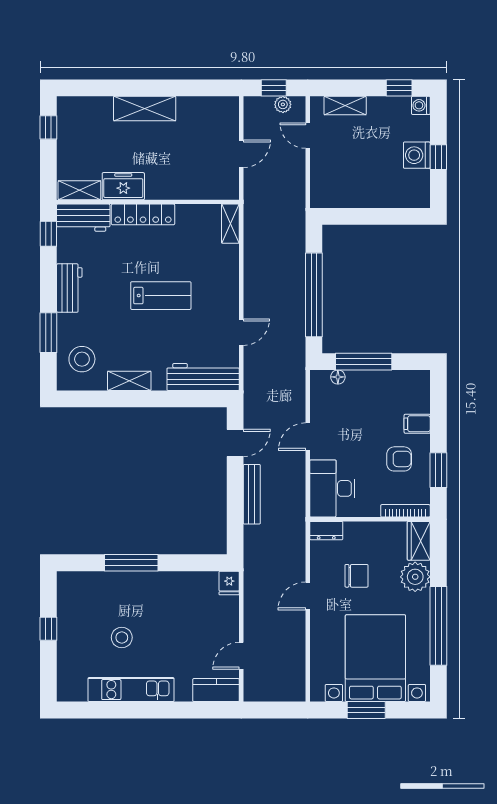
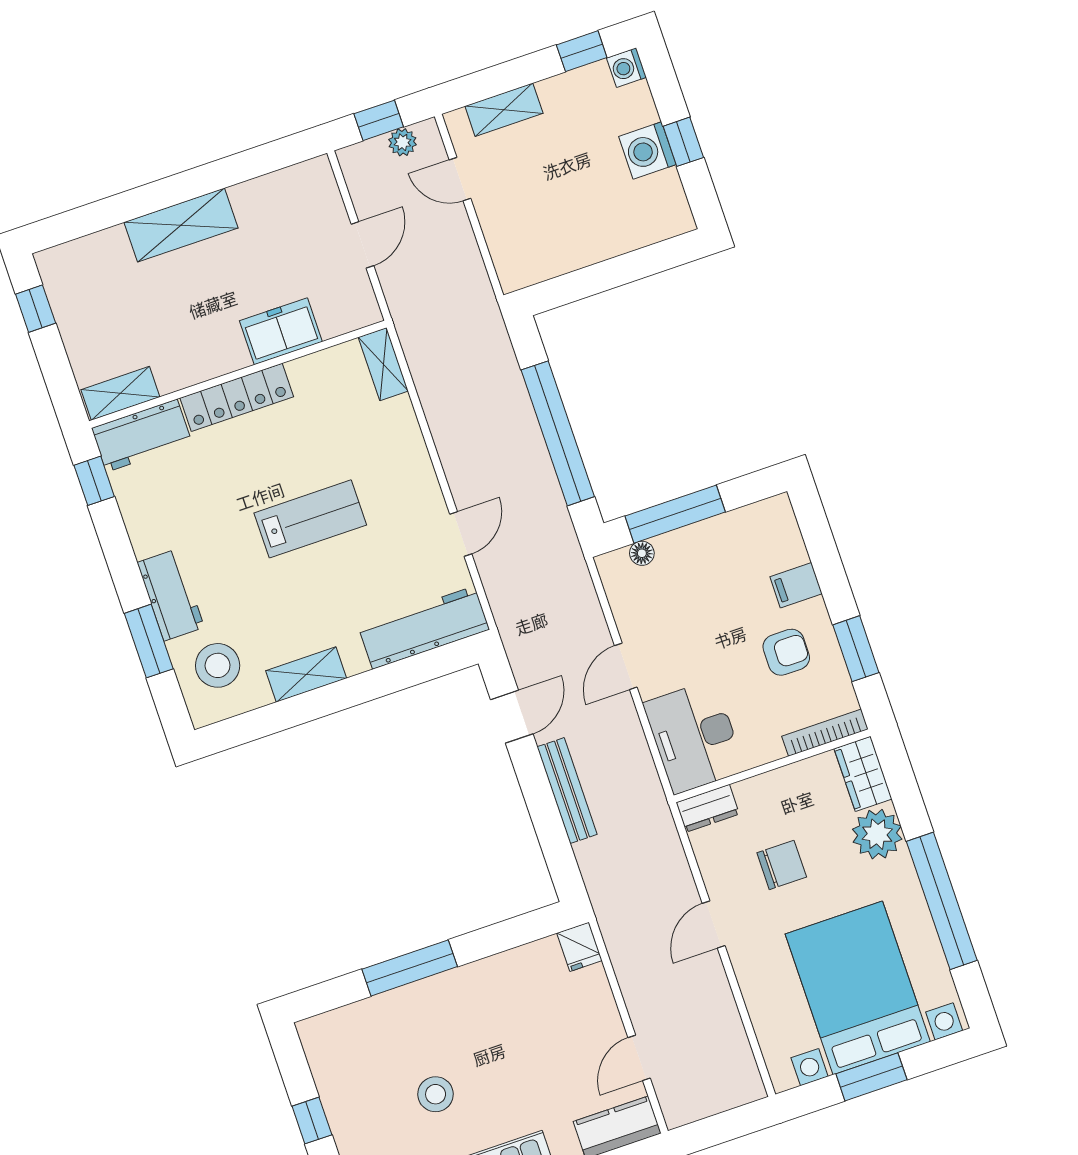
freezer: (123, 186) -> (281, 331), moved
workbench: (69, 288) -> (171, 595), moved

